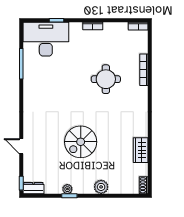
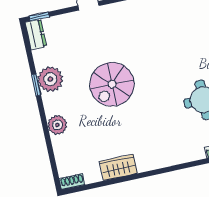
spiral stairs: (81, 142) -> (112, 84), turned -90
plant: (67, 189) -> (50, 79), width x1.88, depth x1.88

